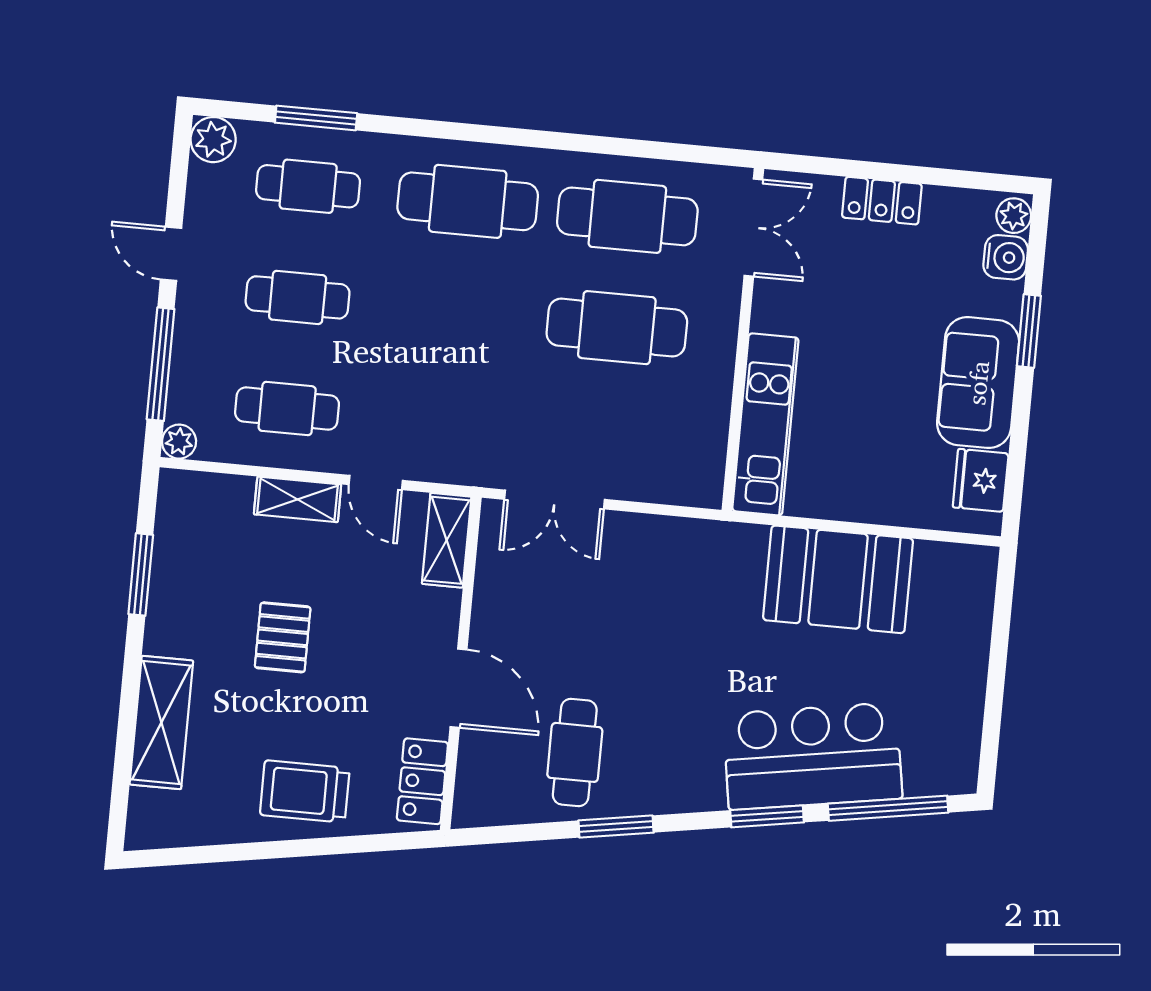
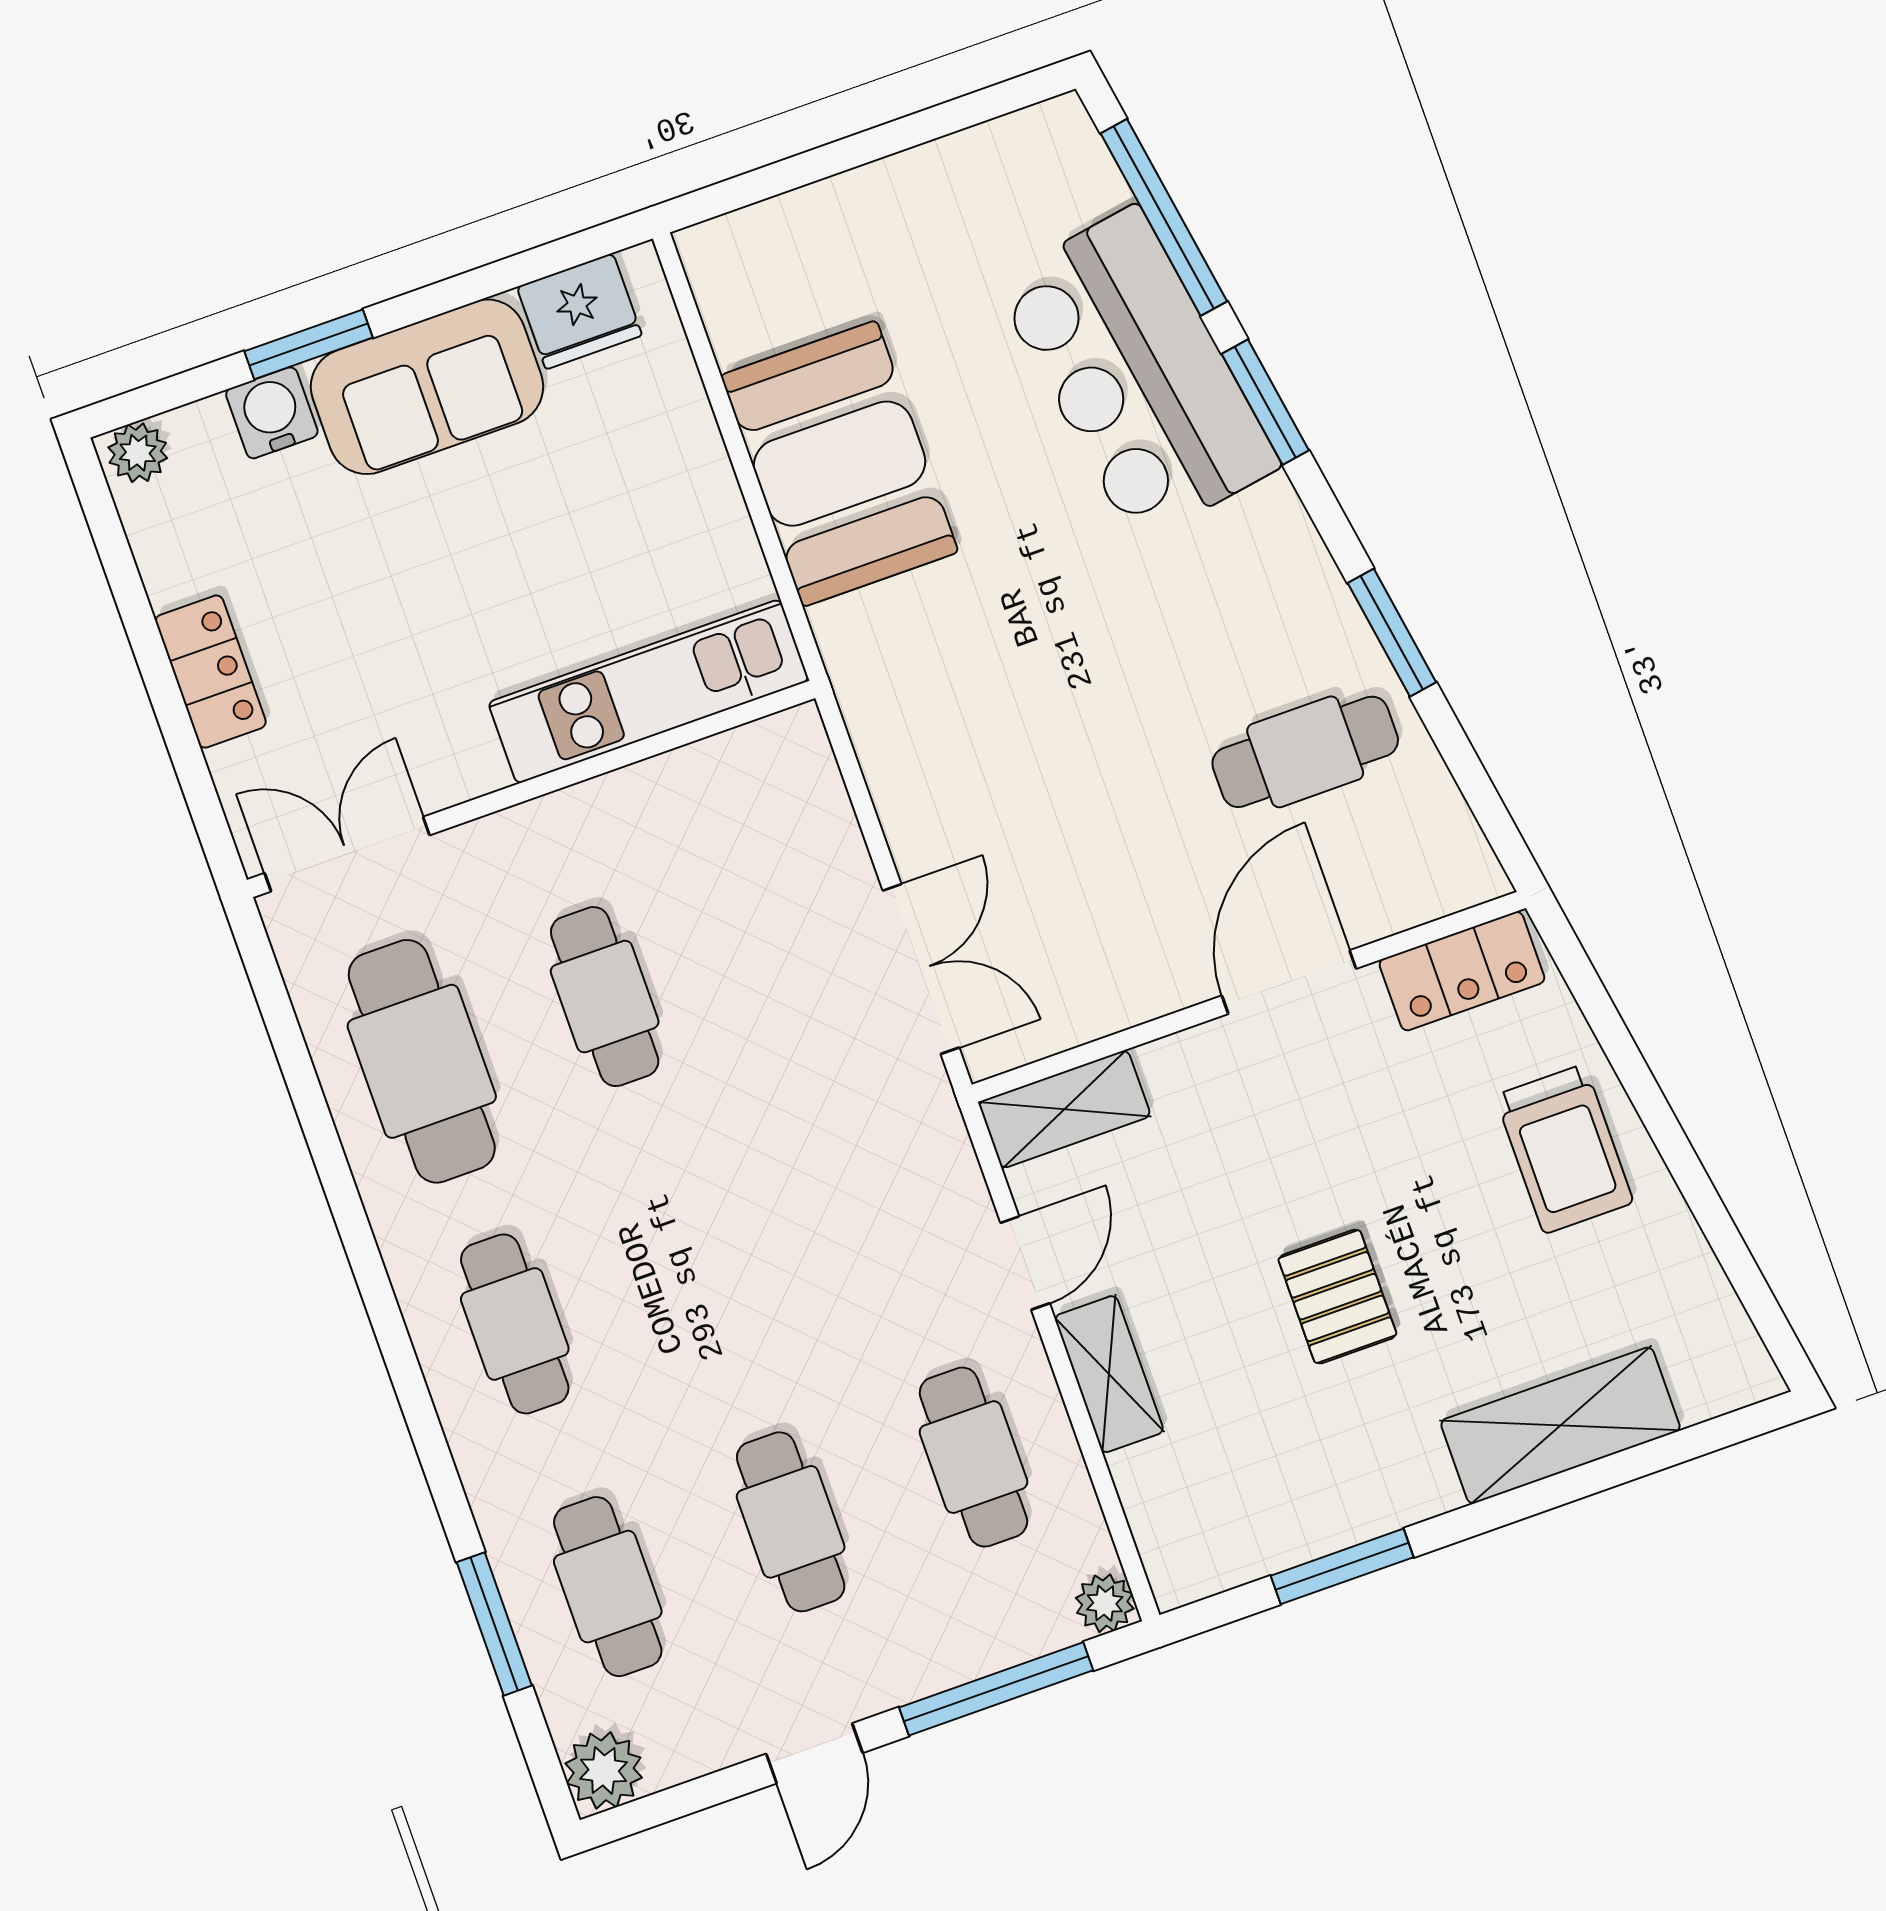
cafe table: (468, 201) -> (515, 1324), width x0.73, depth x0.74
water cooler: (1006, 257) -> (272, 413), moved
cafe table: (617, 328) -> (605, 997), width x0.73, depth x0.74
pallet: (283, 637) -> (1337, 1297), turned 90

